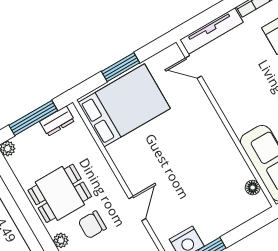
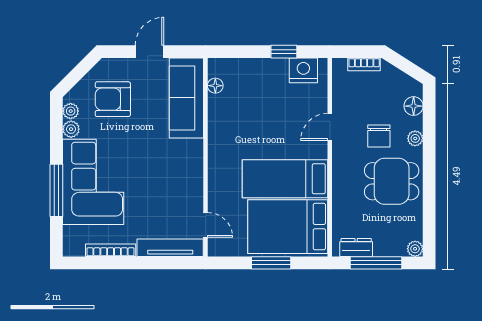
bed: (150, 144) -> (285, 179), added
chair: (92, 225) -> (379, 136), turned 90

